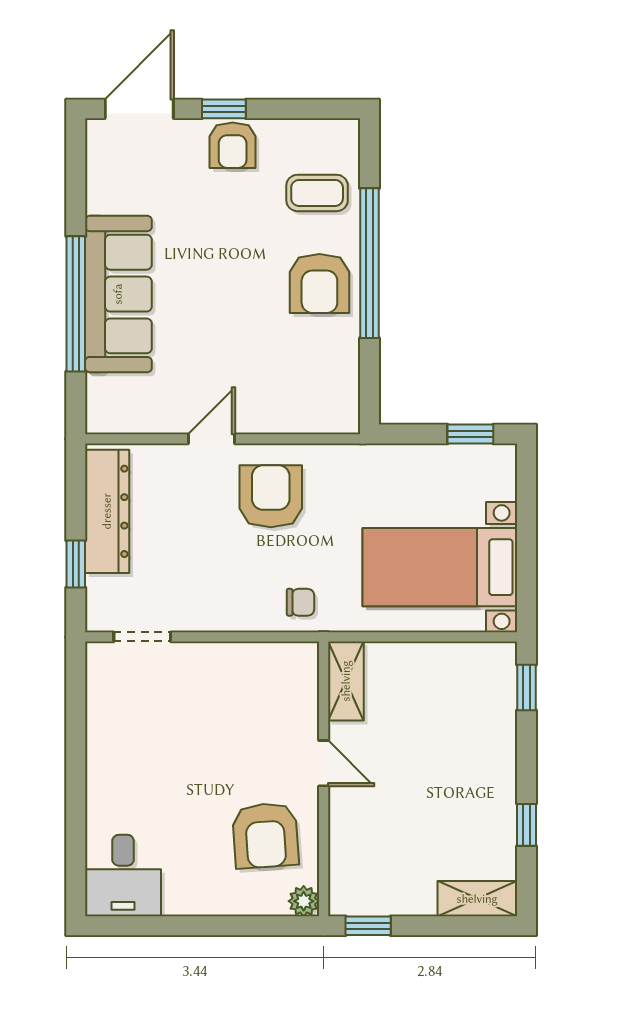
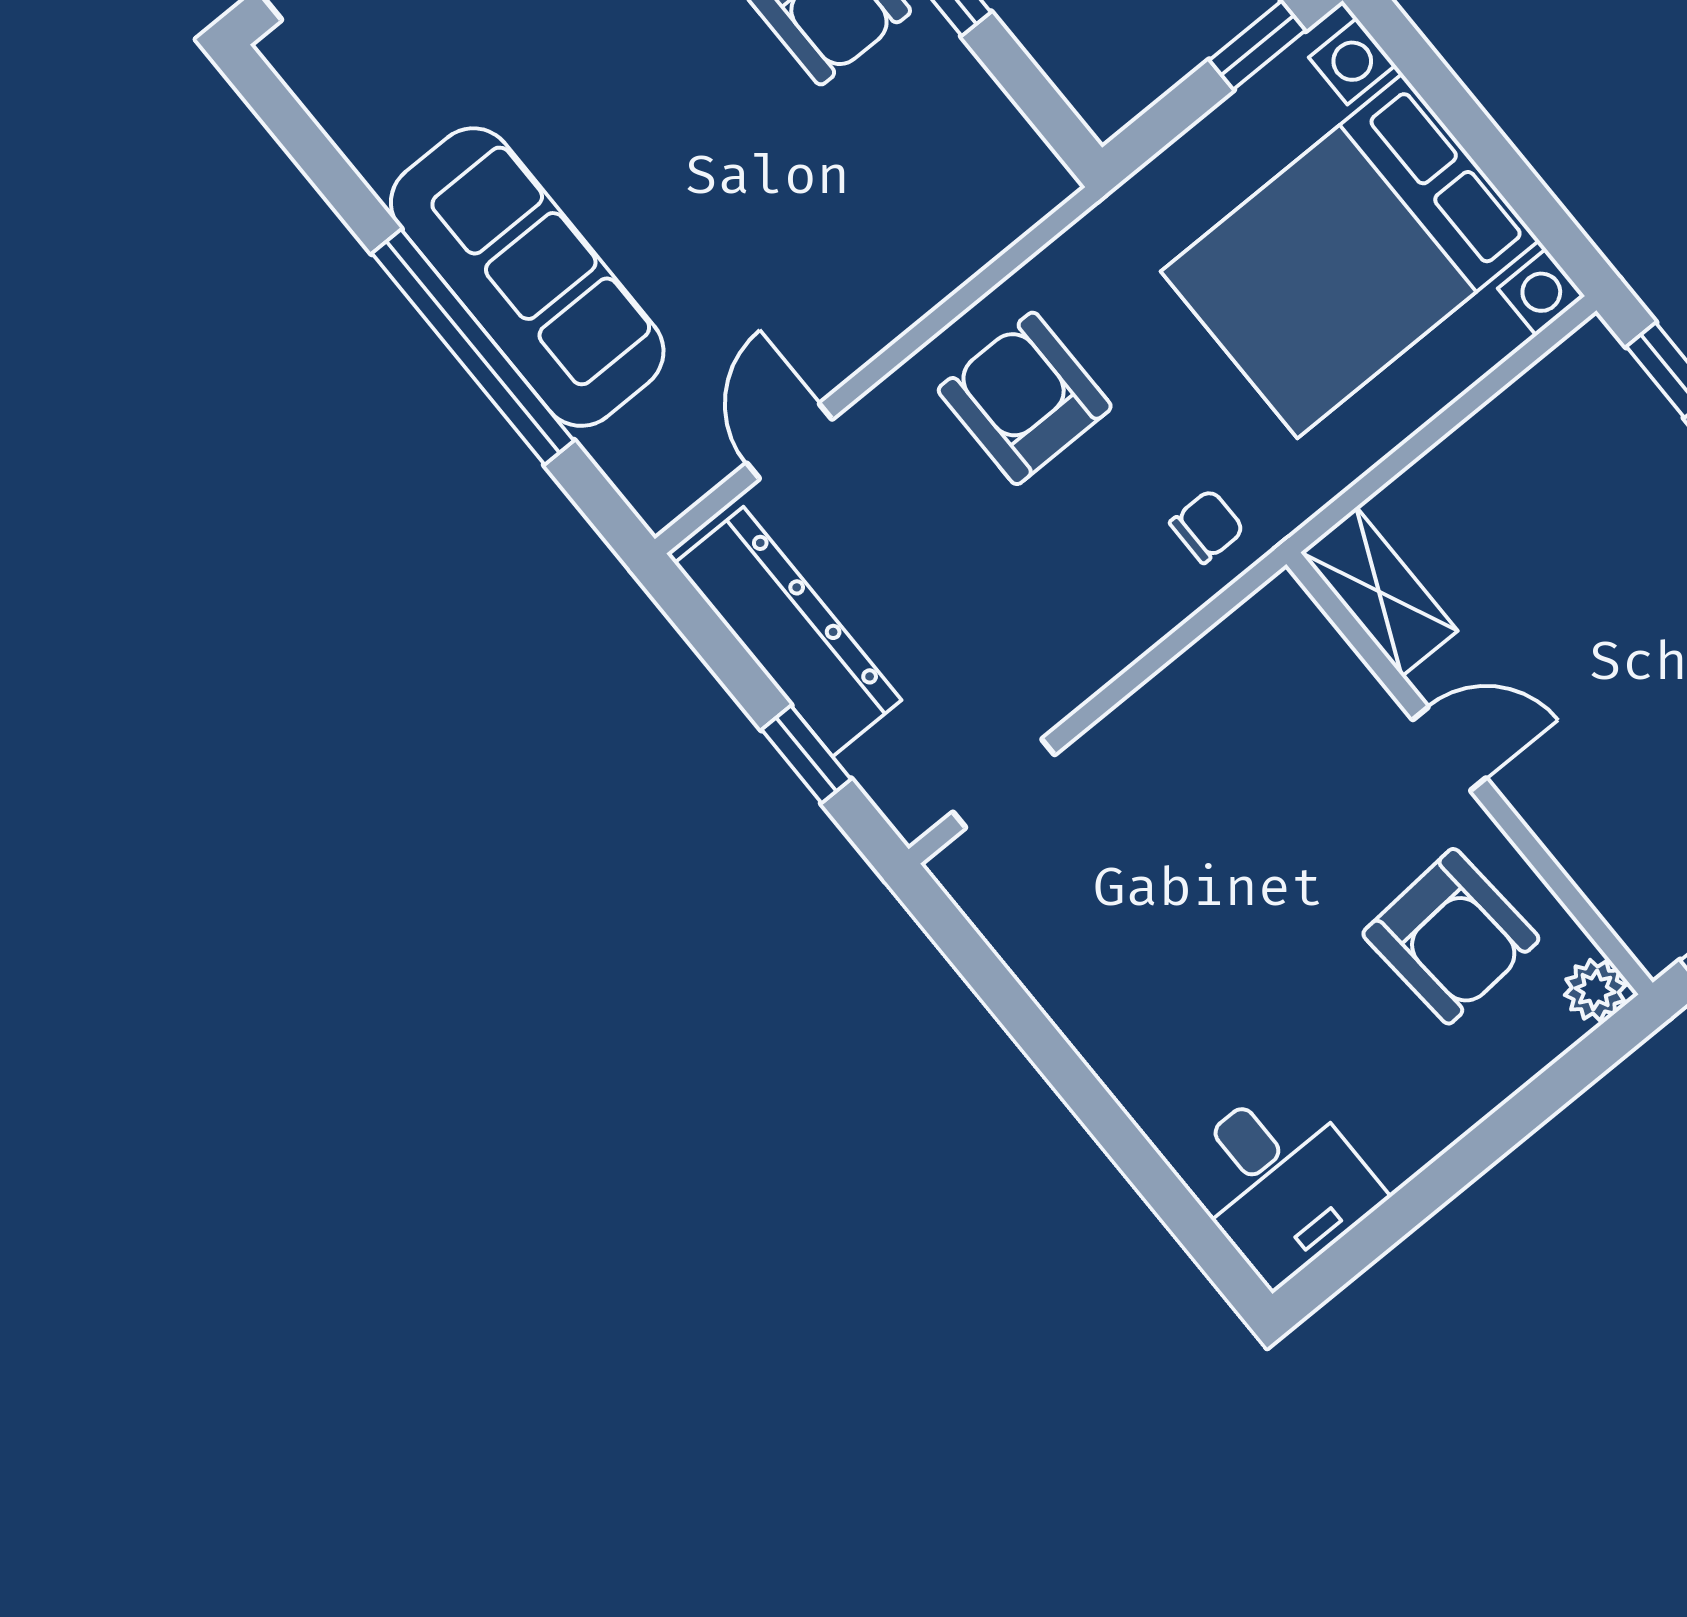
door: (212, 439) -> (789, 441), moved
bed with nightstands: (440, 567) -> (1350, 256), width x1.36

